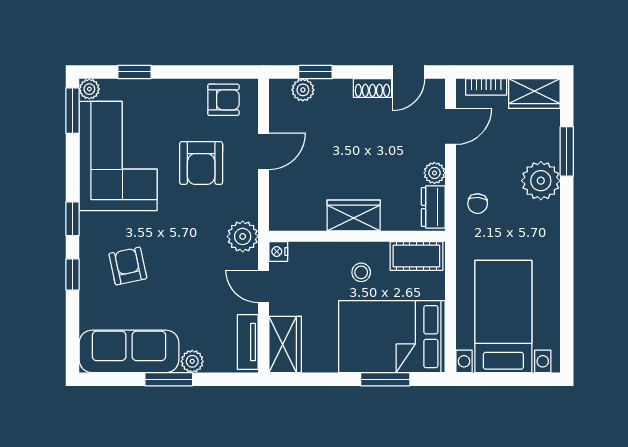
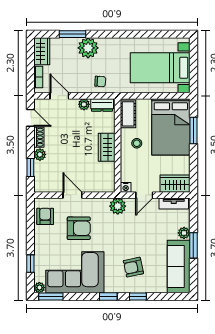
plant: (303, 90) -> (40, 155), moved

